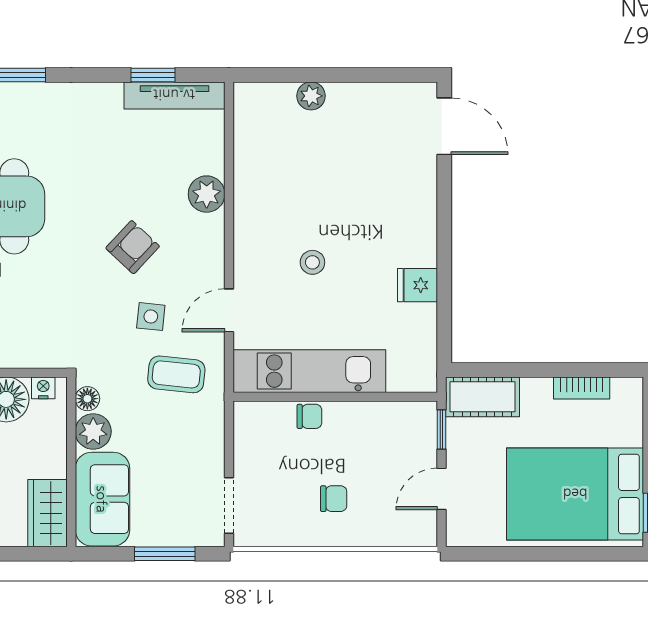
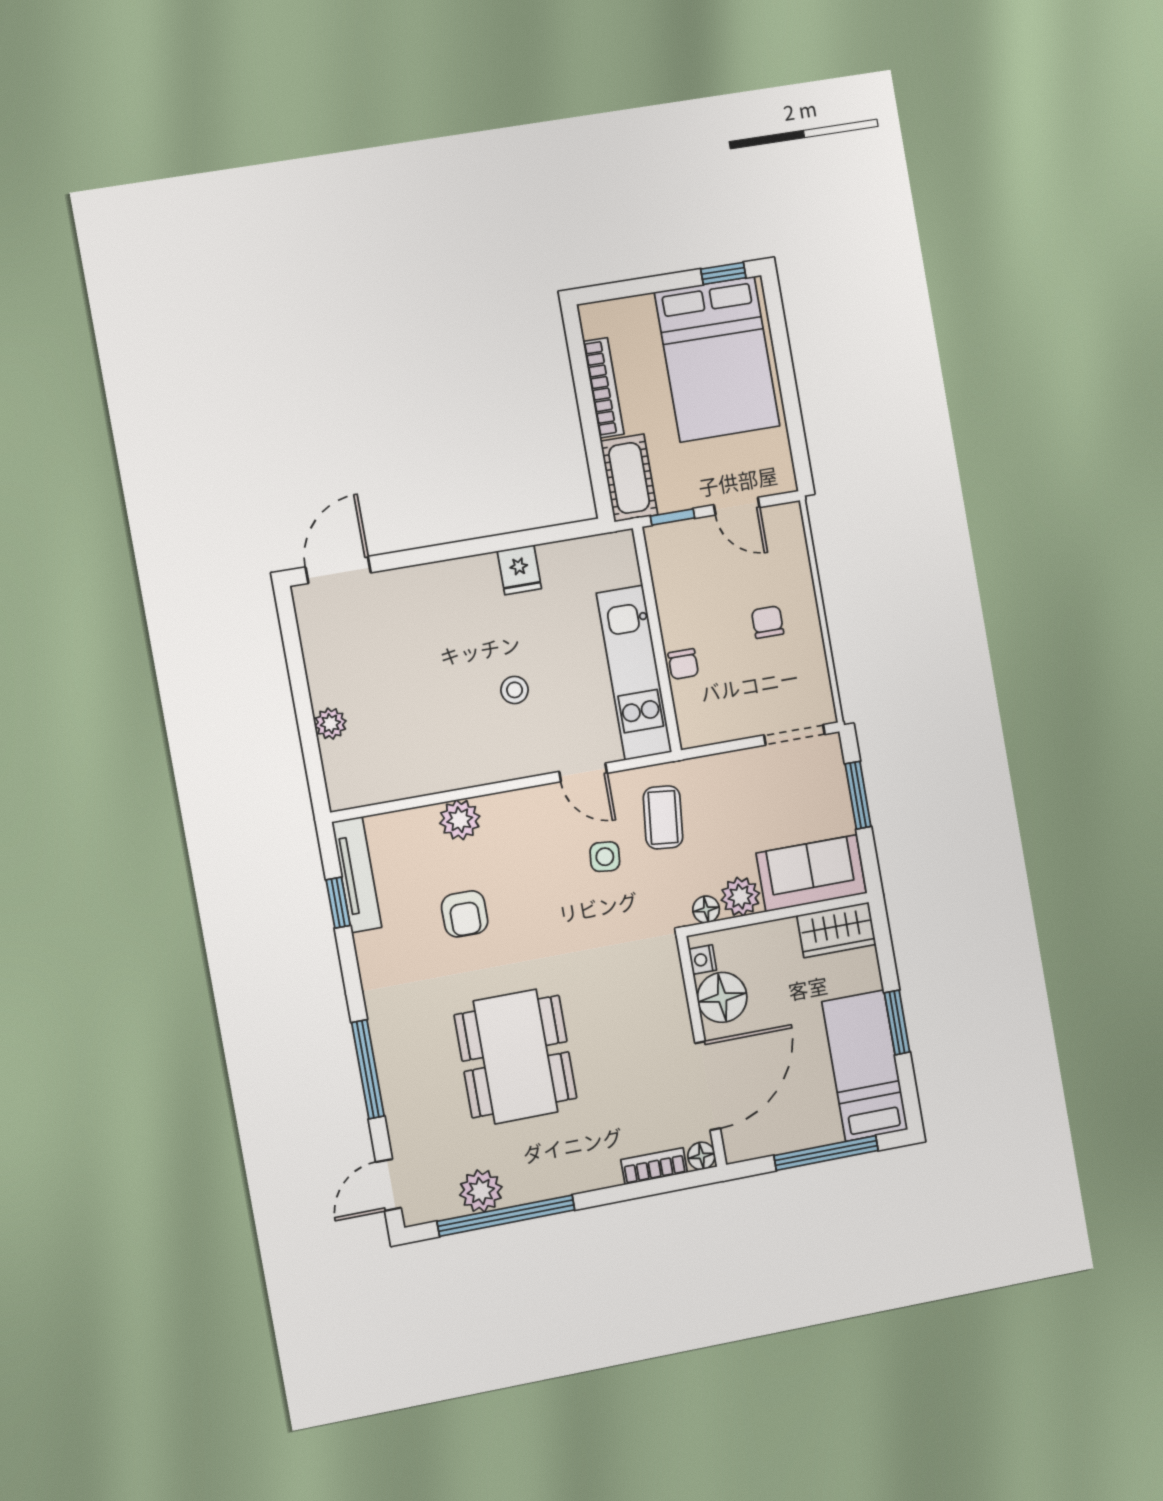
armchair: (133, 247) -> (465, 914), moved, turned -133
bookcase: (582, 388) -> (604, 388), width x1.56
chair: (309, 416) -> (683, 664), turned 180

